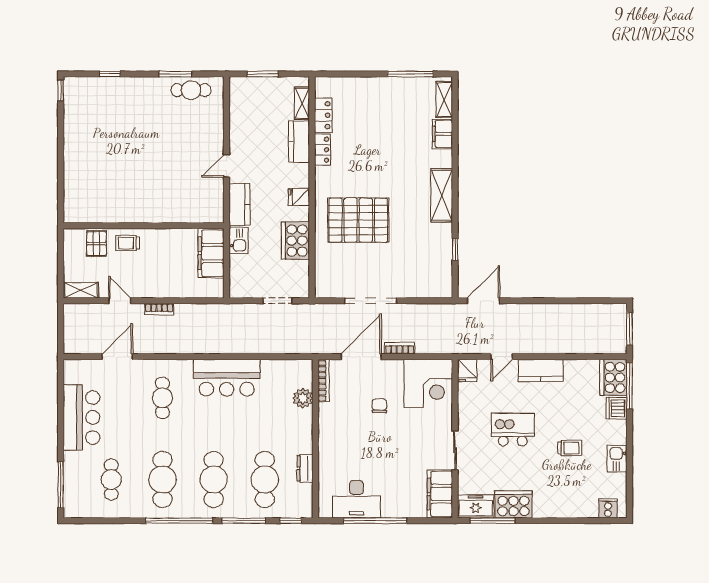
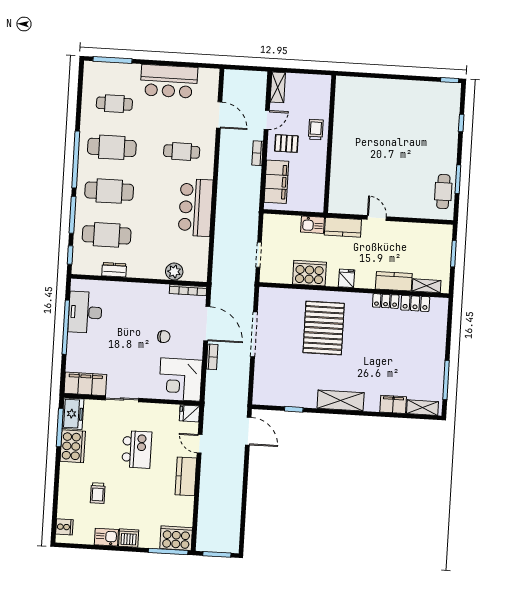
pallet: (97, 244) -> (286, 143), moved
filing cabinet: (211, 253) -> (276, 182), moved, turned 90
dishwasher: (617, 408) -> (129, 538), moved
trolley: (570, 448) -> (98, 493), moved

